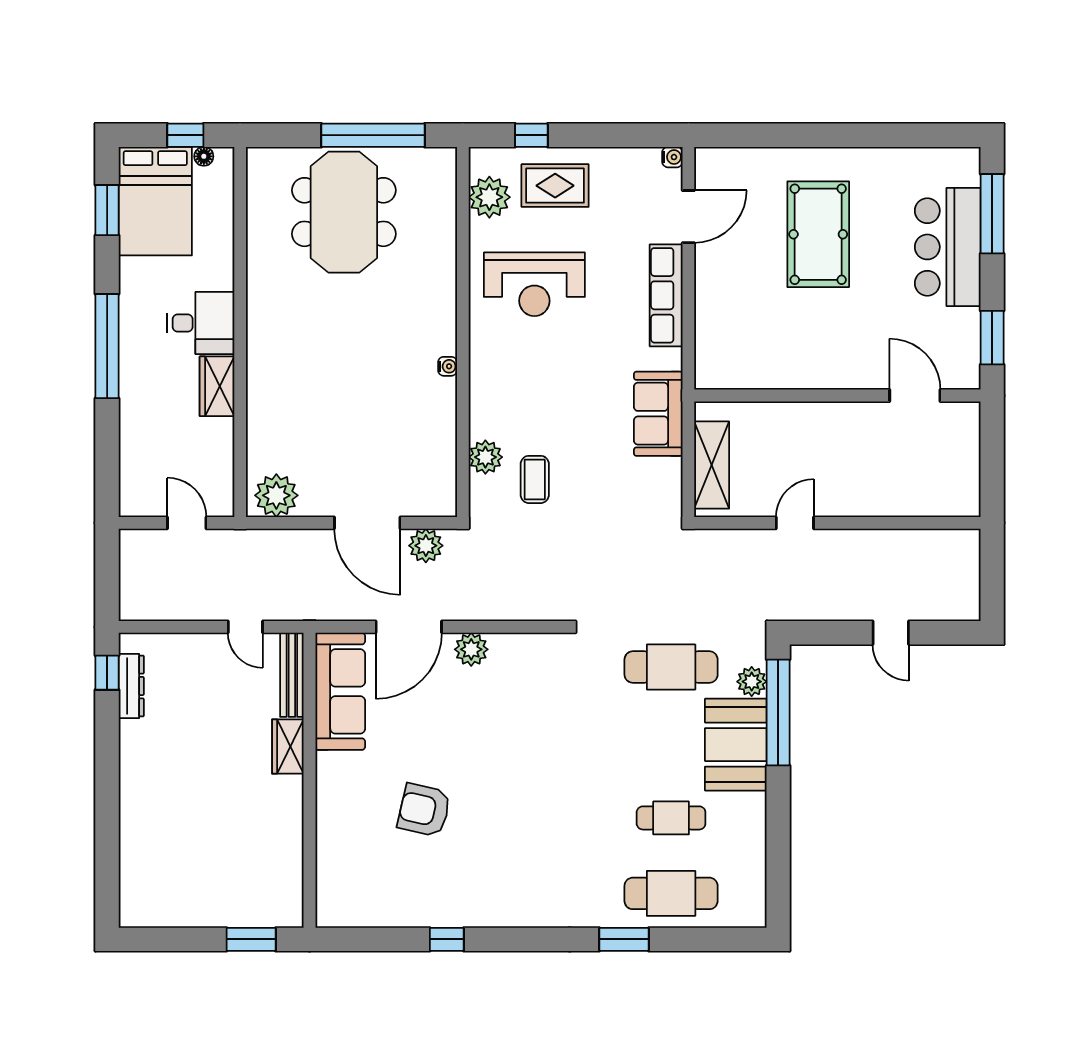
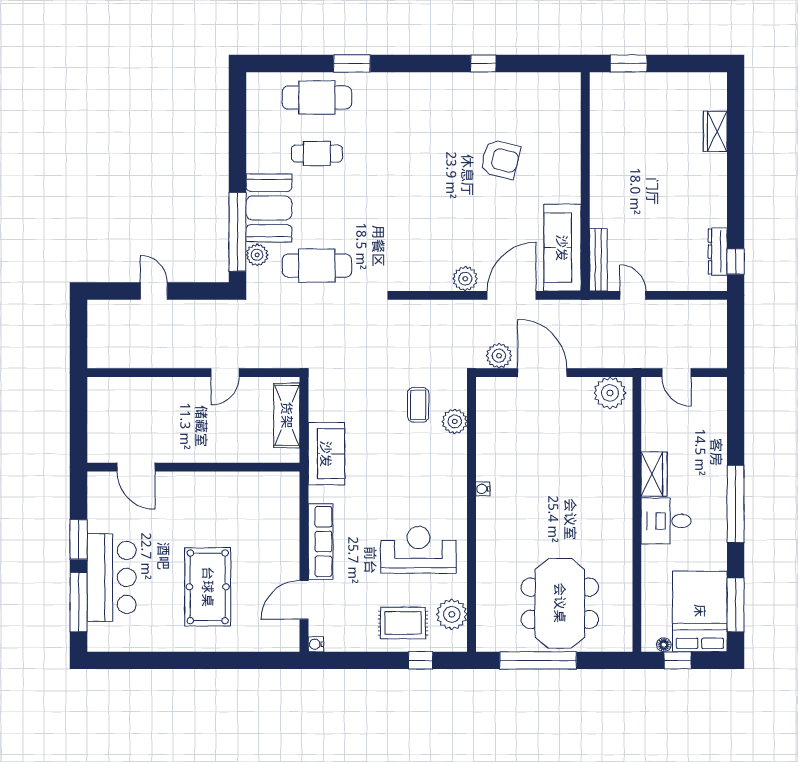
window: (107, 210) -> (736, 605), width x1.44
window: (992, 338) -> (79, 539), moved
wardrobe: (288, 747) -> (715, 131), moved, turned 180

